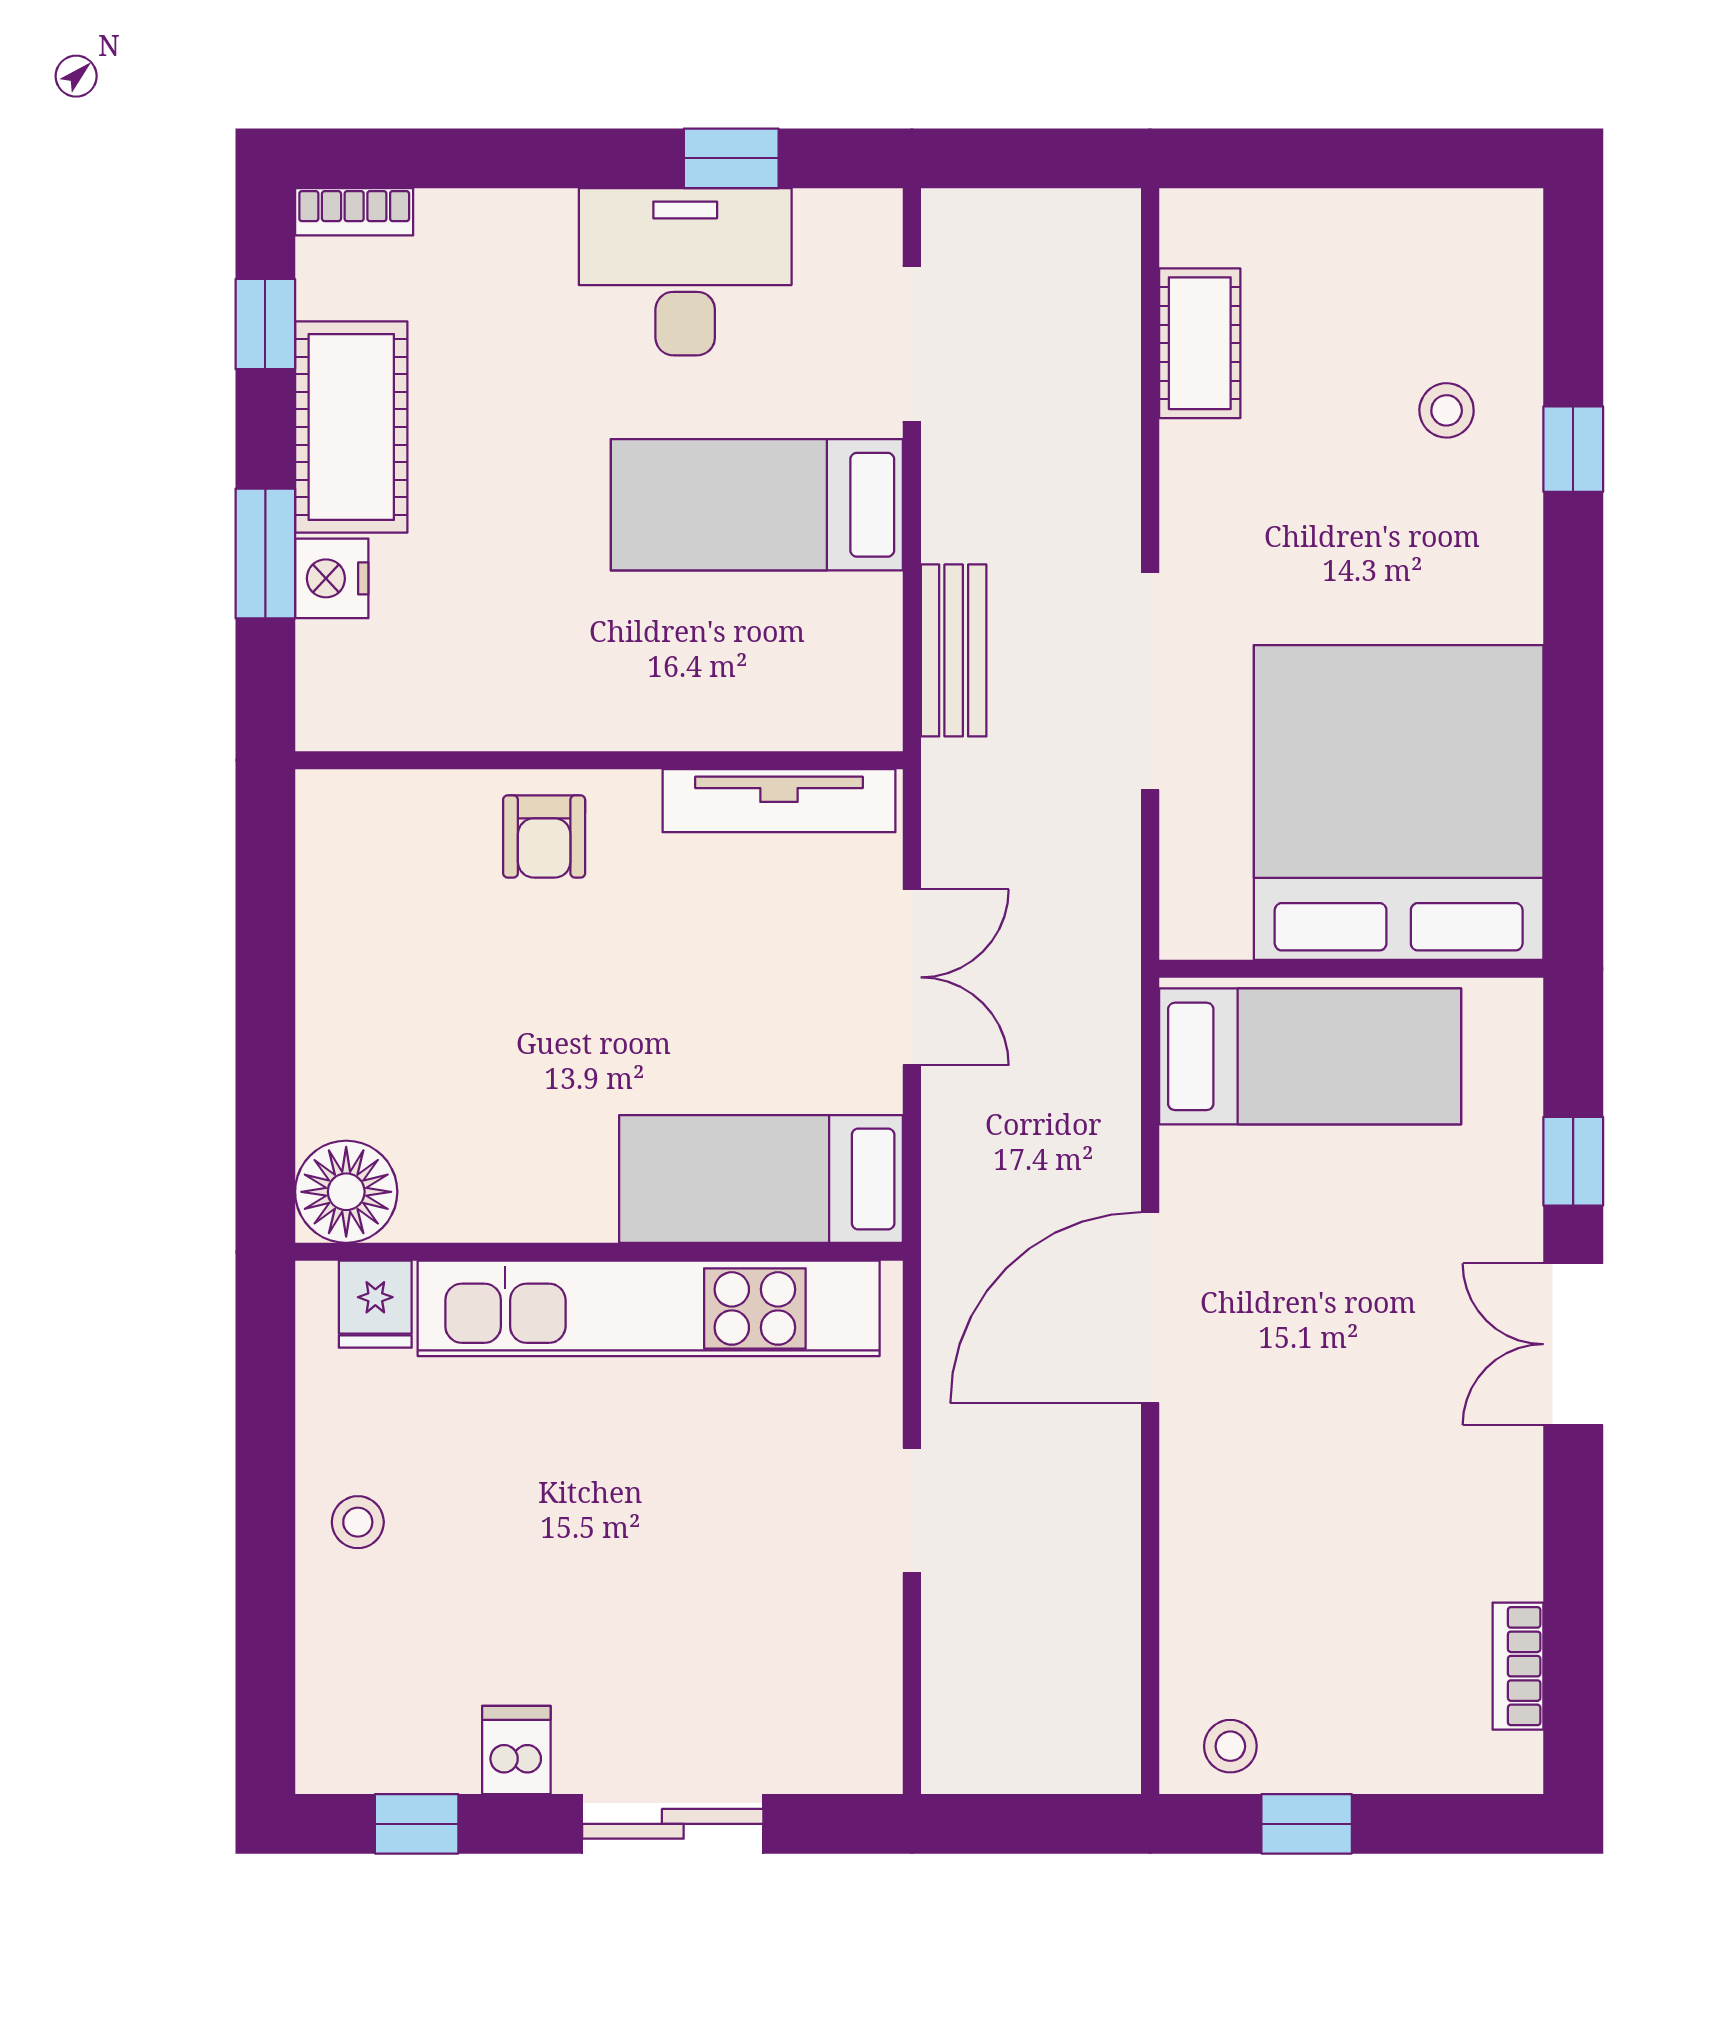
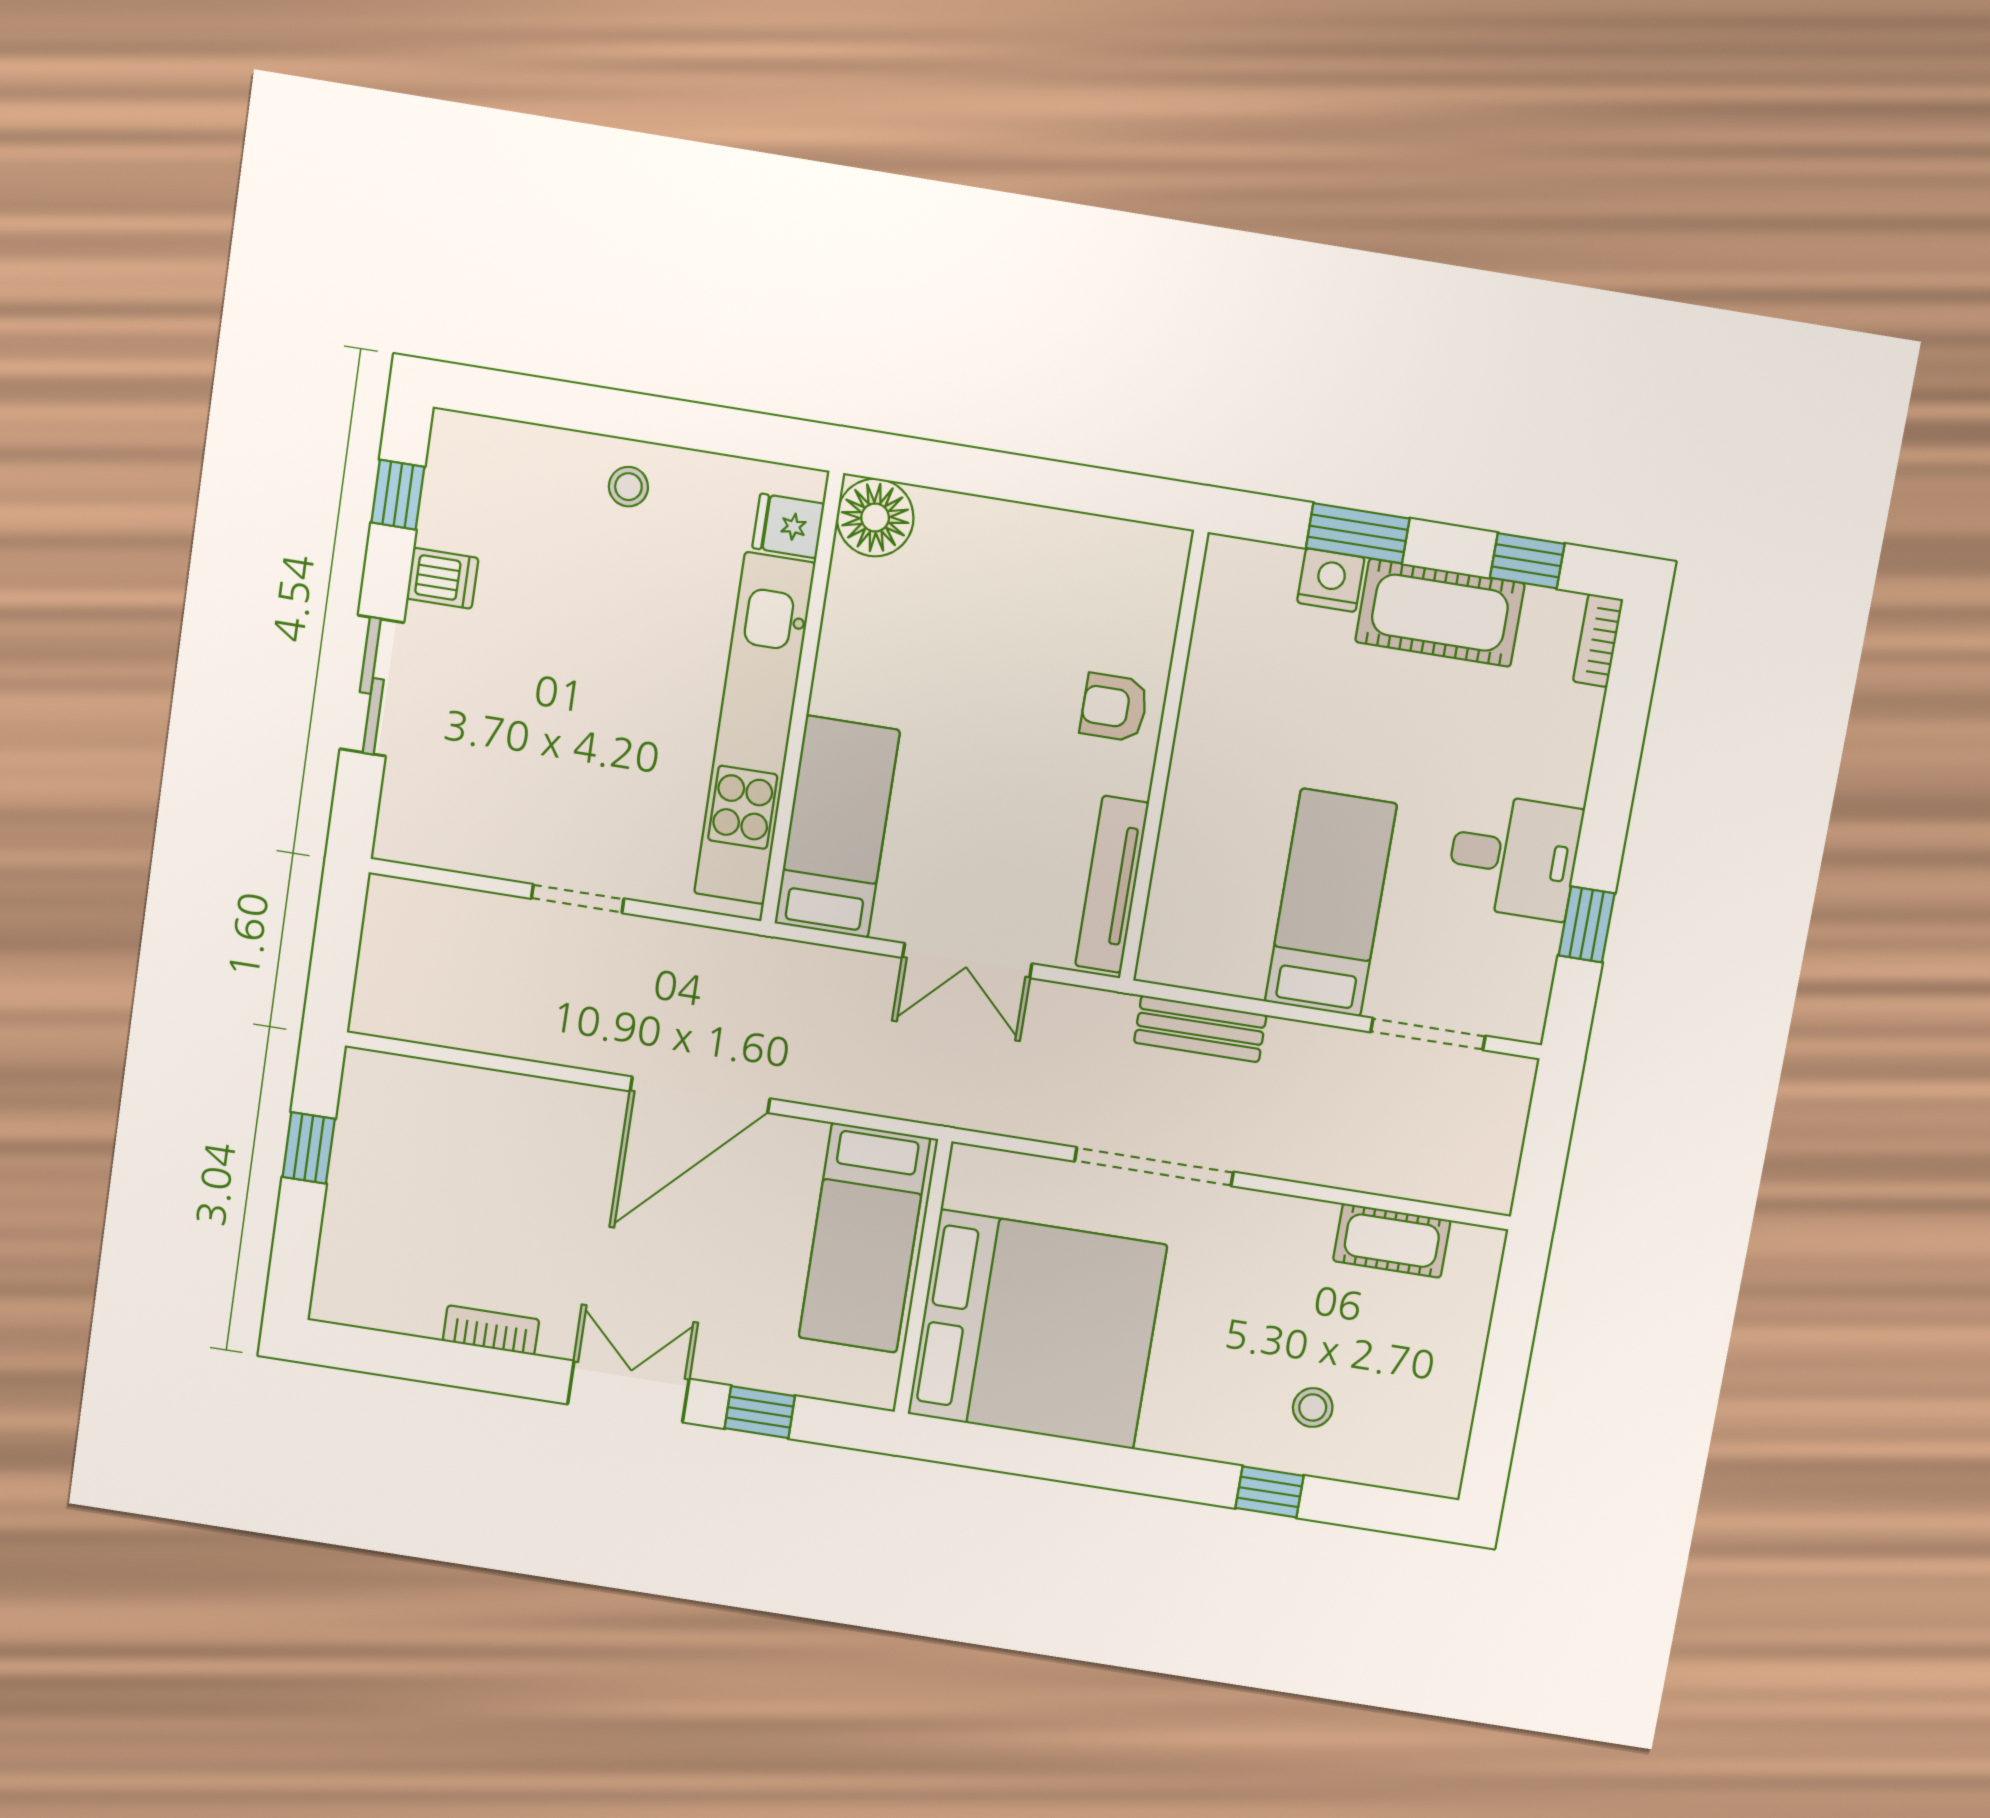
desk: (685, 272) -> (1514, 856), width x0.73
door: (1150, 1308) -> (700, 1095), swing flipped
bookcase: (1518, 1666) -> (491, 1330), moved
stool: (1230, 1746) -> (373, 1102), removed

